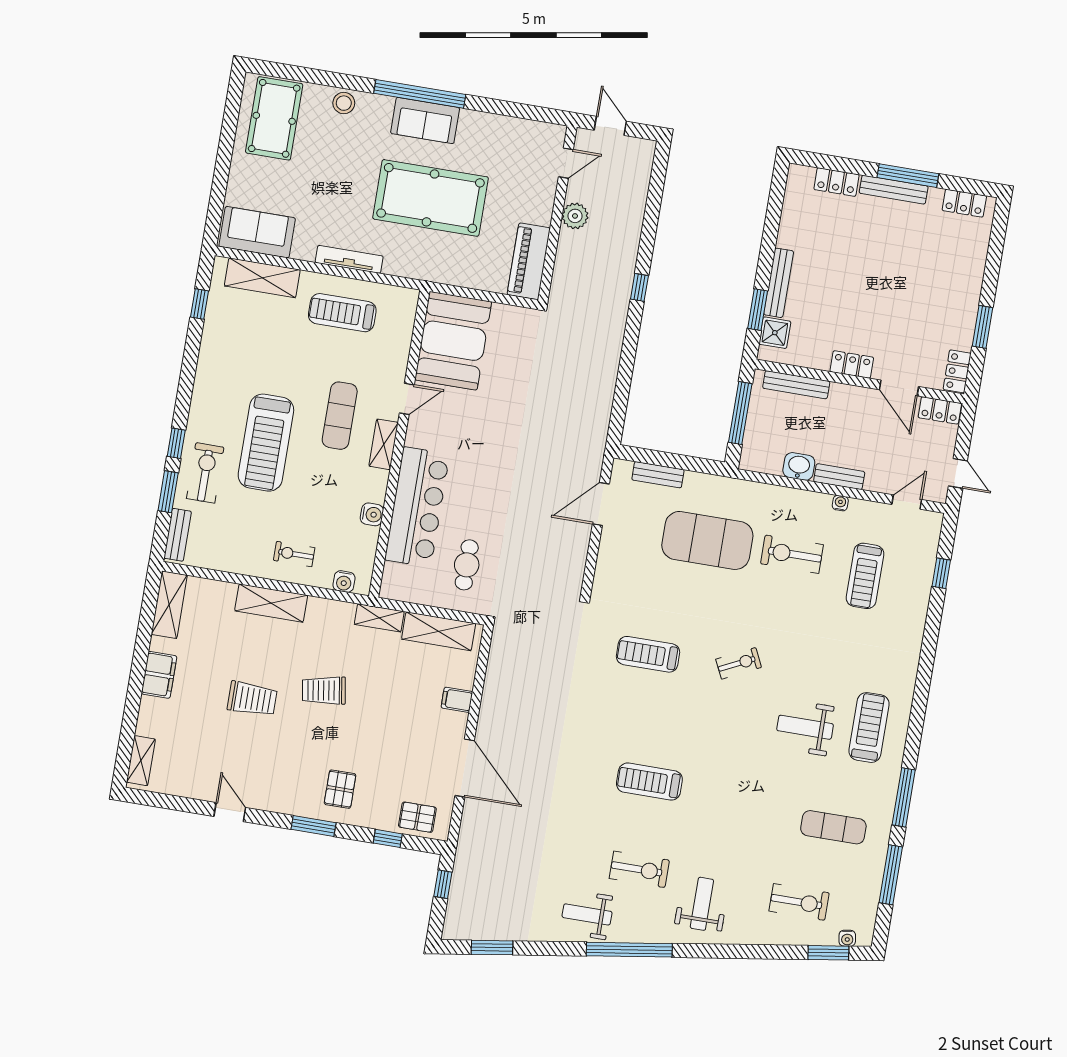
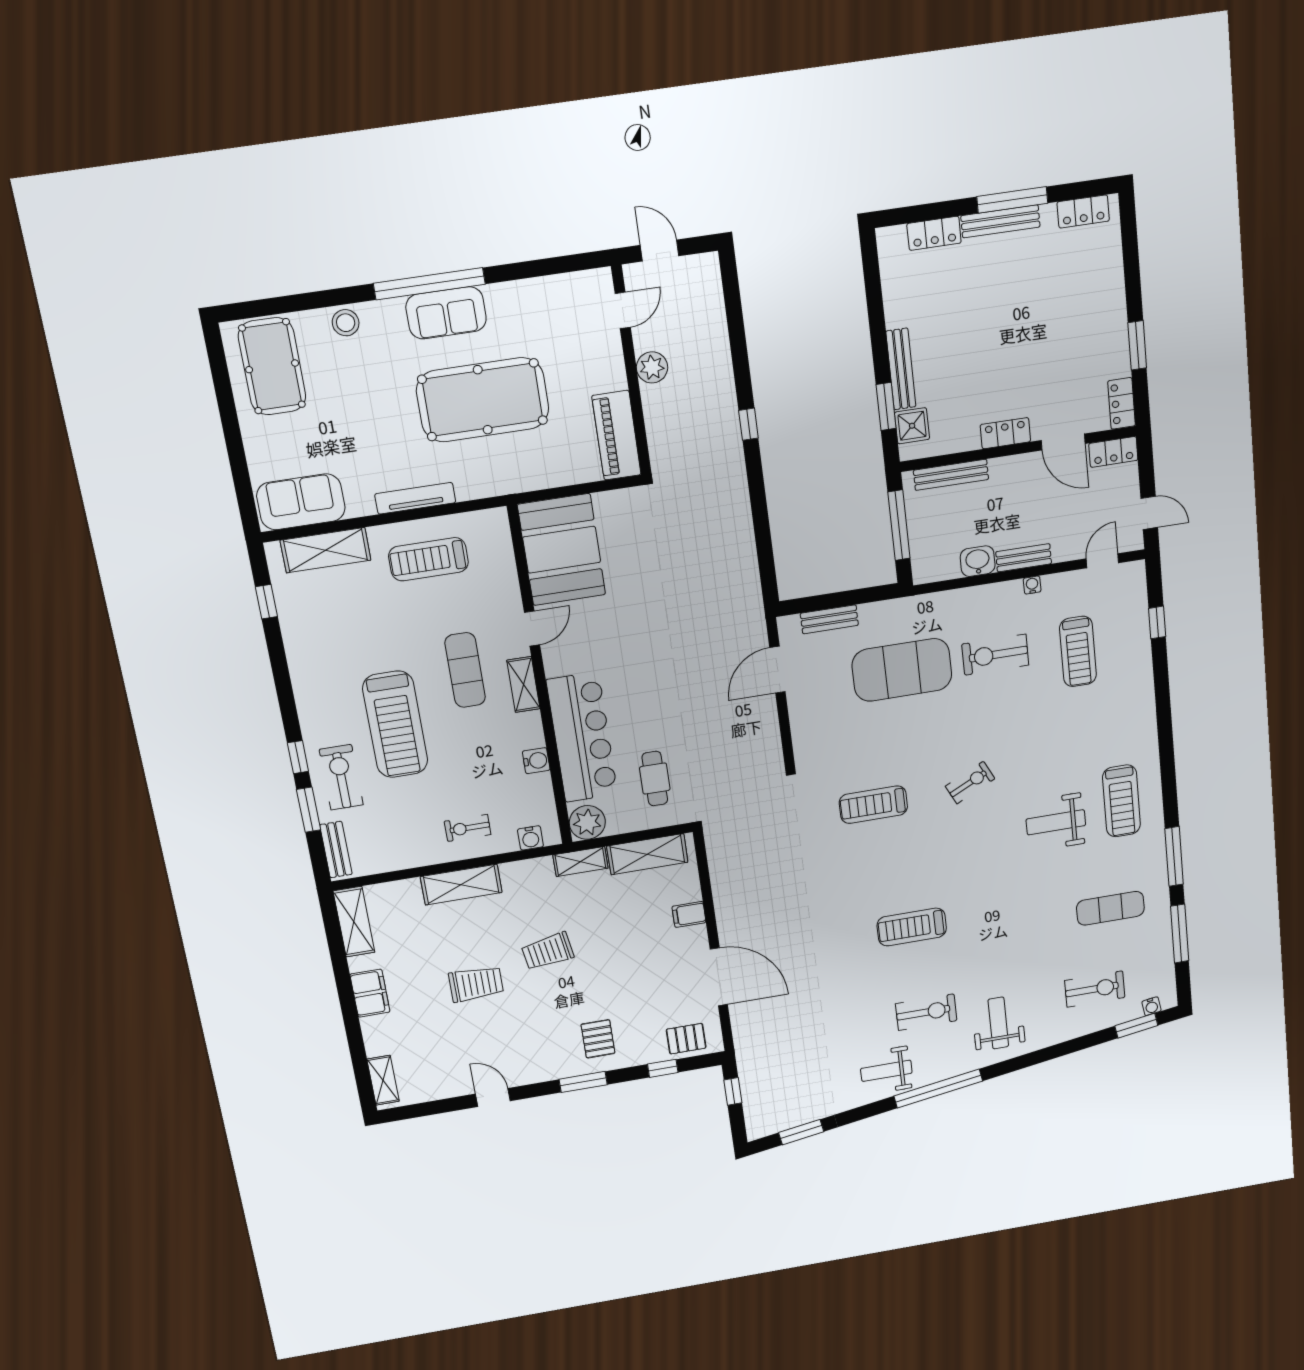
plant: (397, 584) -> (587, 822), added
treadmill: (869, 727) -> (1121, 801), turned 180

